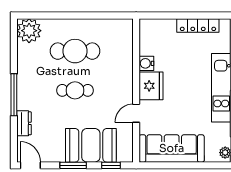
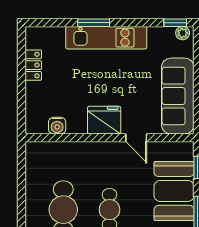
locker: (198, 25) -> (33, 65), width x0.66
water cooler: (146, 63) -> (57, 126), moved

